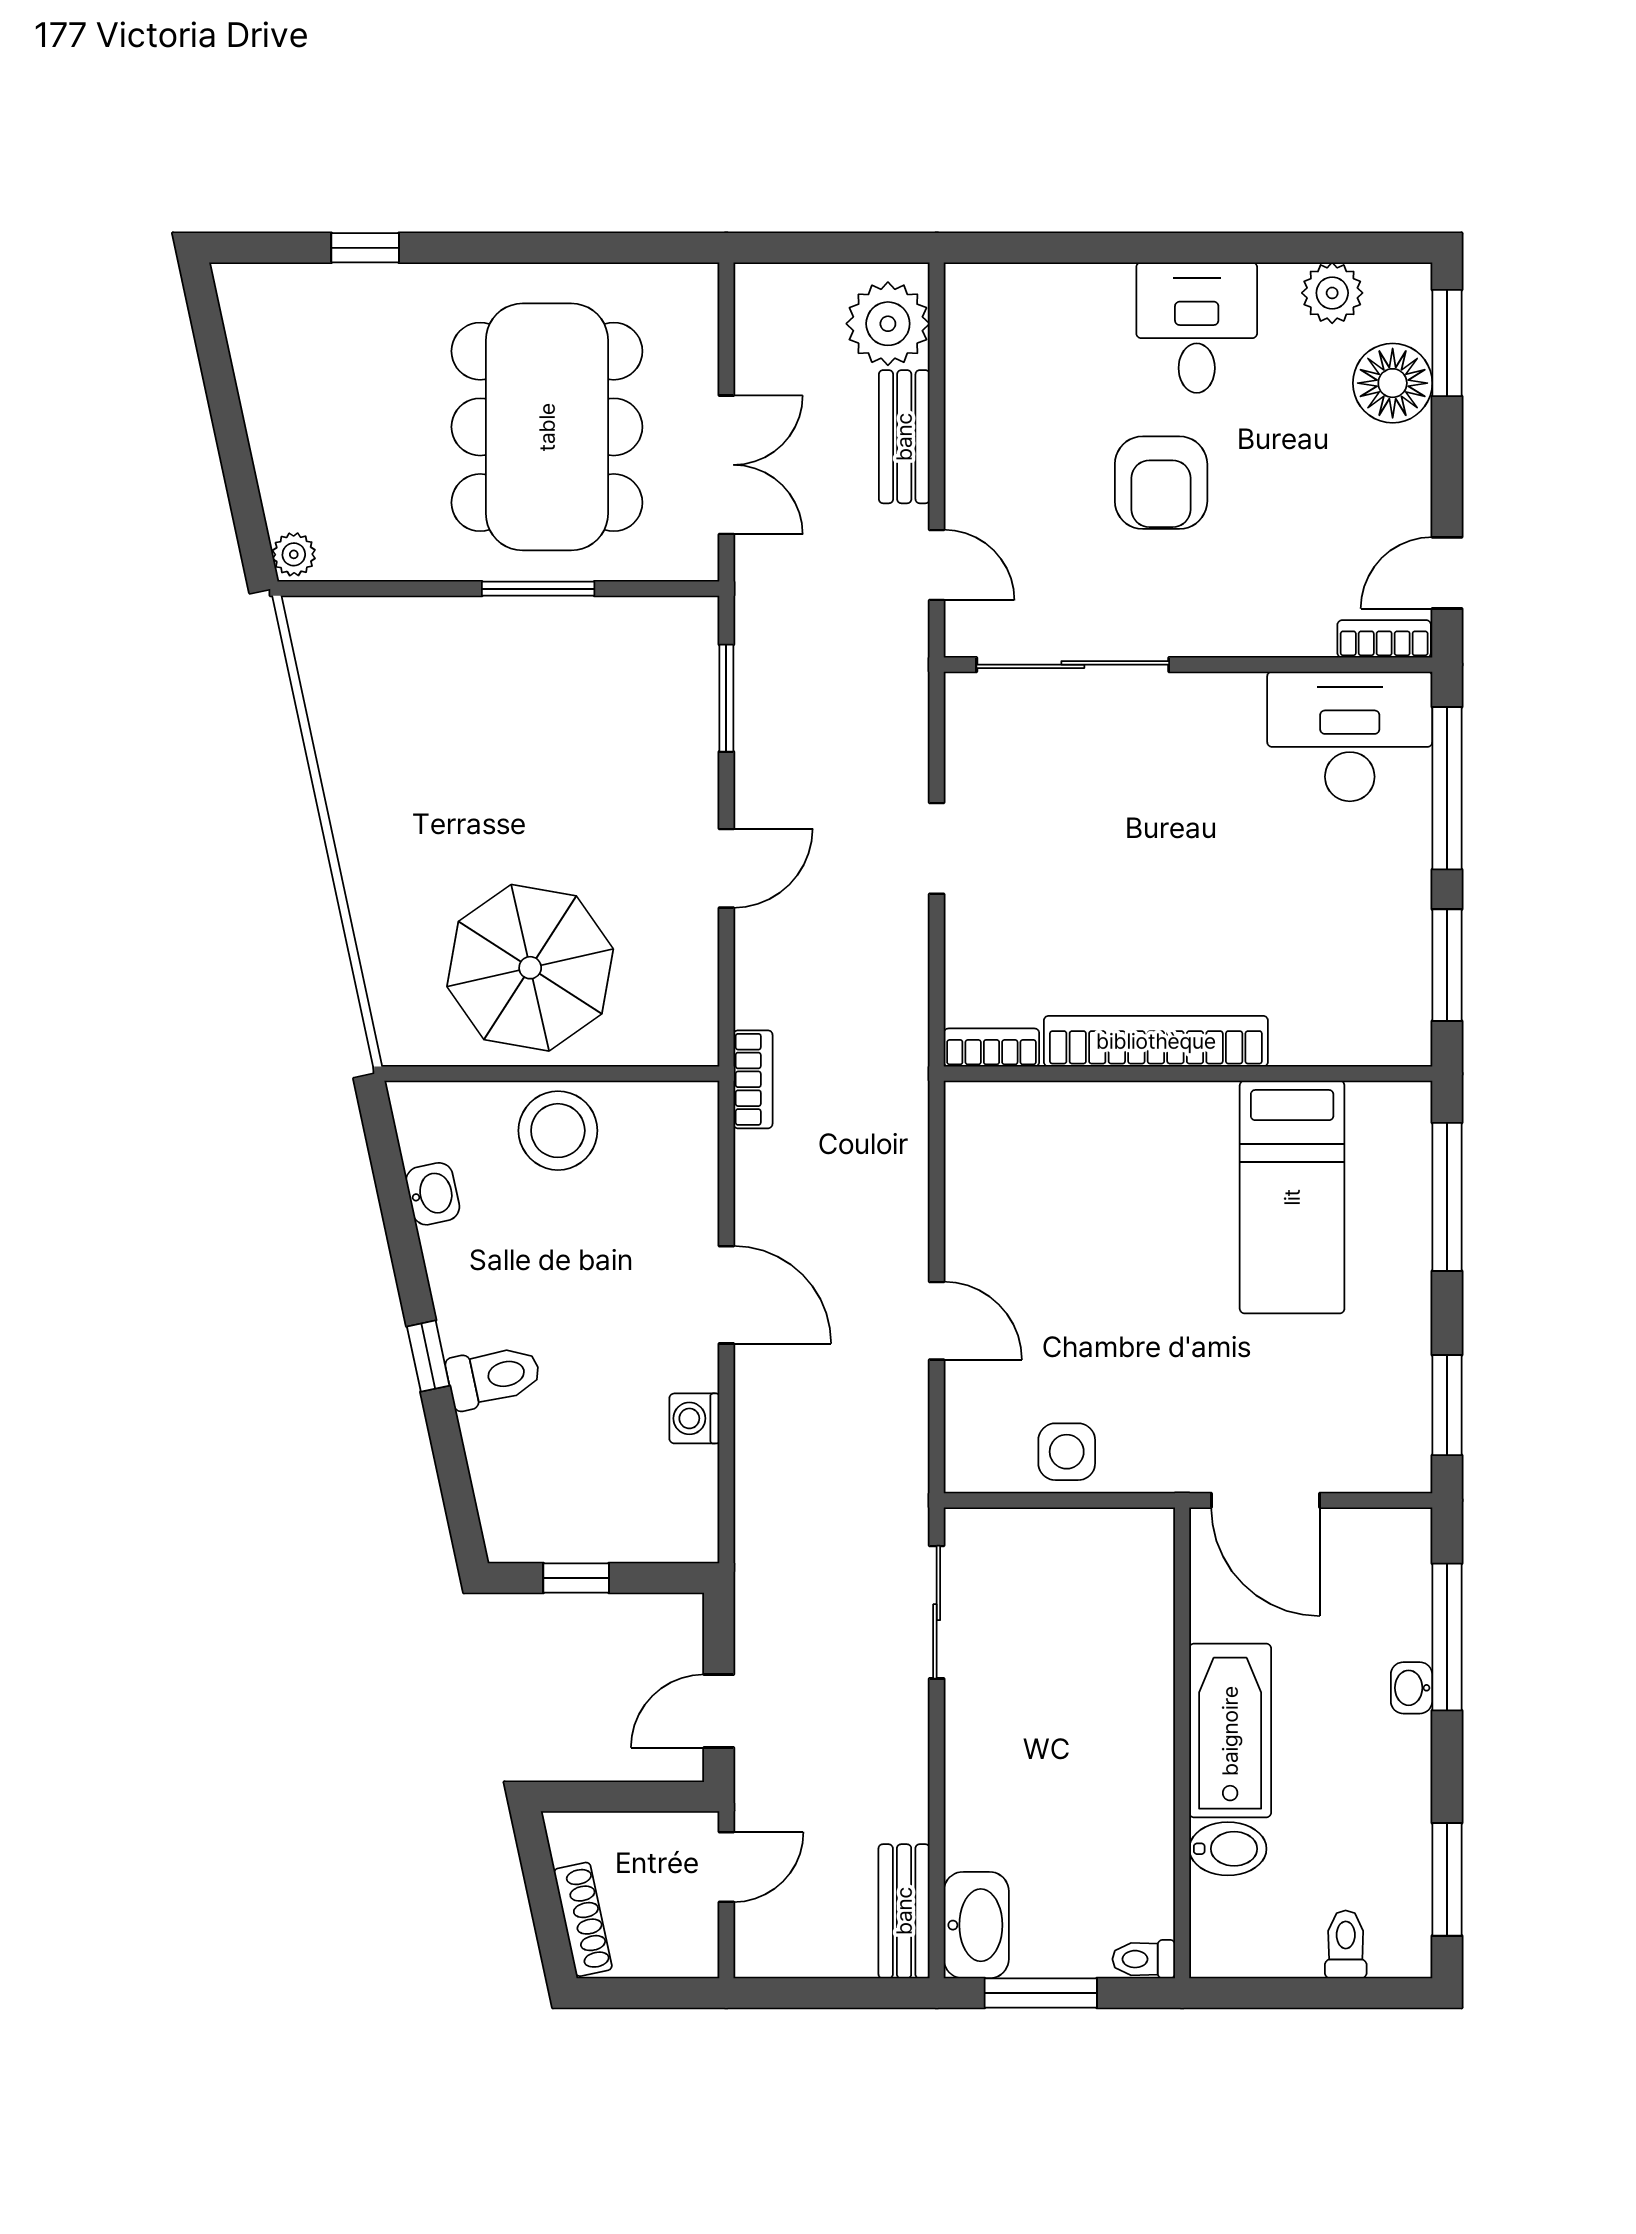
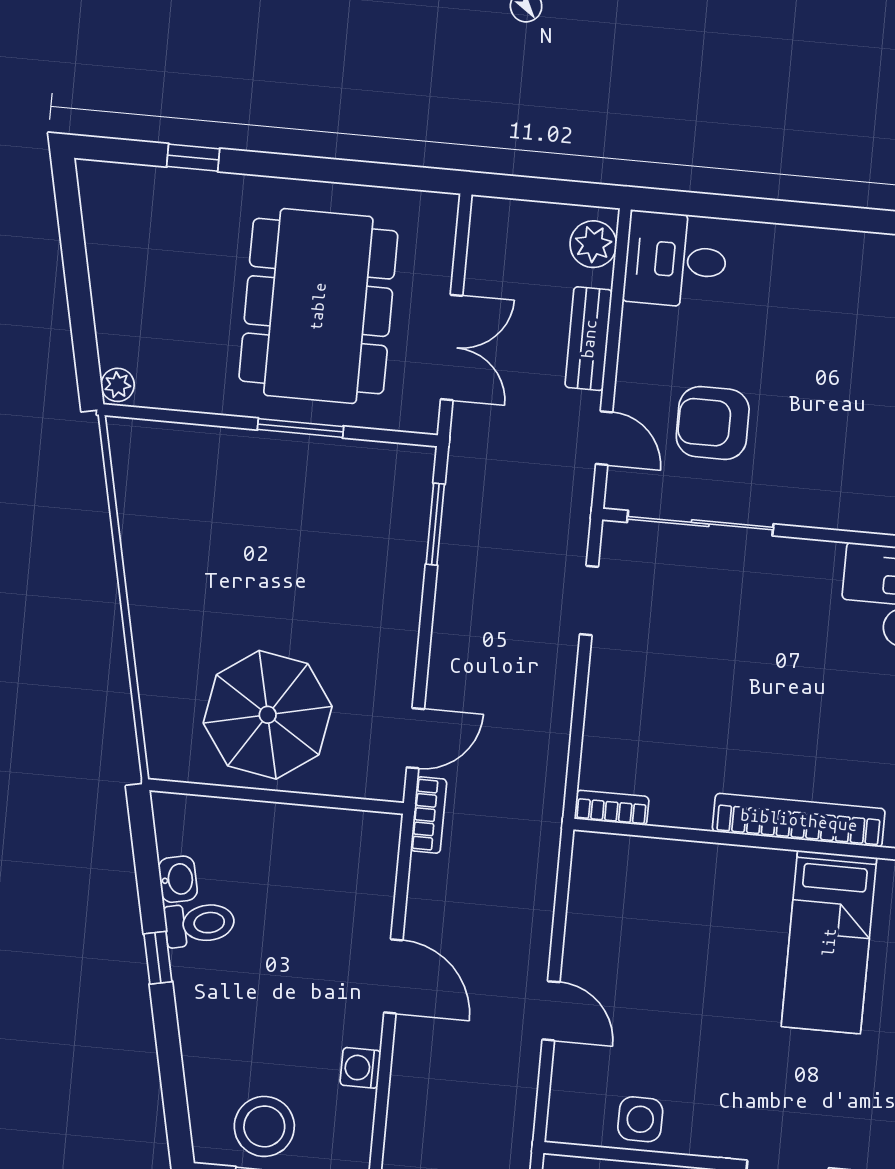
plant: (888, 324) -> (593, 244), width x0.73, depth x0.73
desk: (1197, 328) -> (676, 260), moved, turned -90
armchair: (1161, 483) -> (713, 423), moved, turned 90
doorway: (937, 848) -> (589, 600), moved
door: (726, 868) -> (415, 738), moved
bookcase: (1156, 1041) -> (799, 820), moved
stool: (558, 1131) -> (264, 1126), moved
window: (428, 1356) -> (158, 958), moved
toilet: (494, 1377) -> (200, 924), moved

